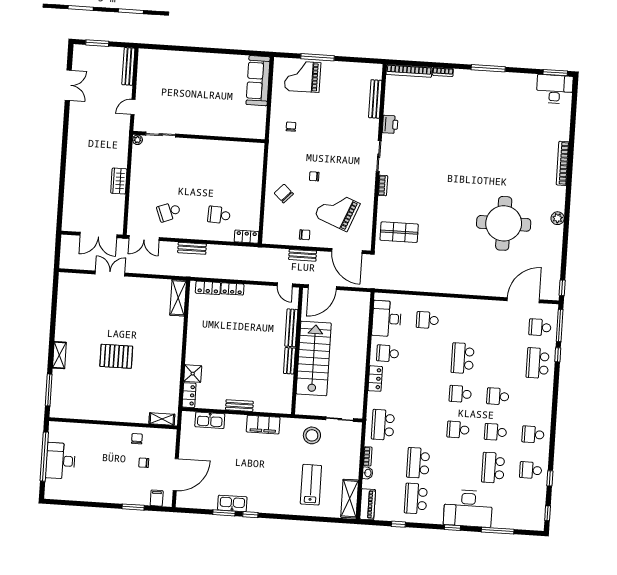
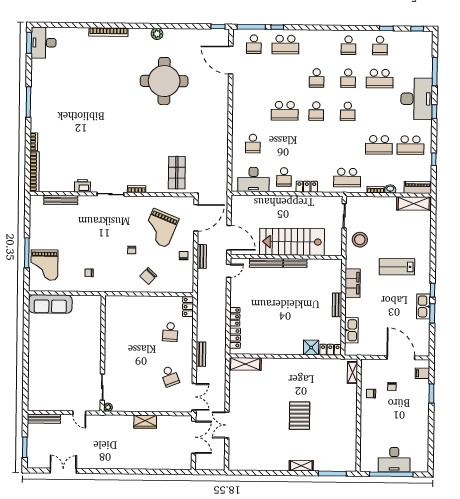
lab bench: (311, 485) -> (397, 267), moved

